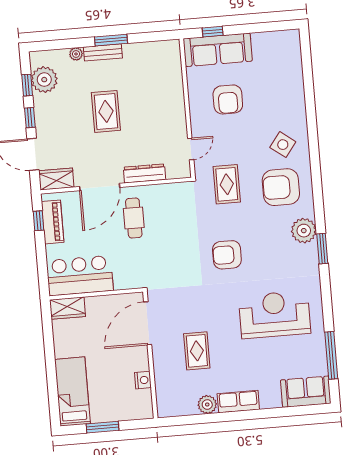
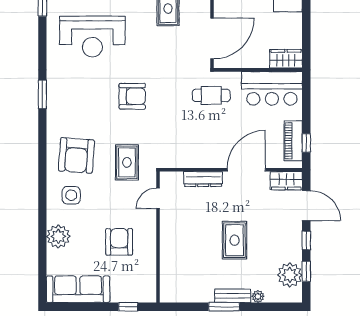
sofa: (218, 50) -> (78, 289), moved
side table: (283, 145) -> (71, 195), turned -37
armchair: (281, 187) -> (76, 155), turned 94
cafe table: (134, 218) -> (211, 95), moved, turned 90
plant: (304, 231) -> (58, 236), moved

